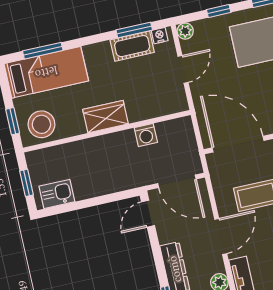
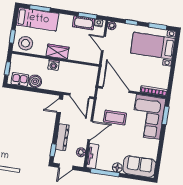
door: (183, 69) -> (103, 44), swing flipped
washing machine: (146, 135) -> (54, 65), moved
boiler: (86, 186) -> (35, 81), added

